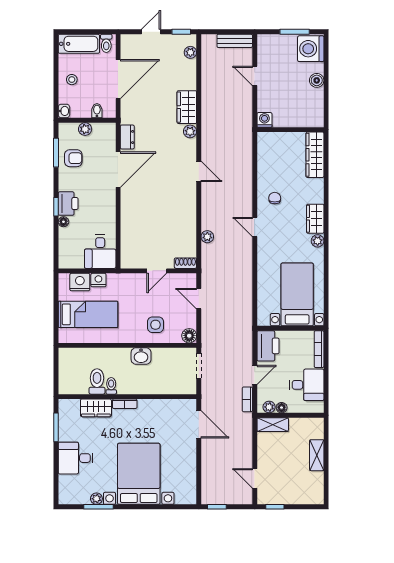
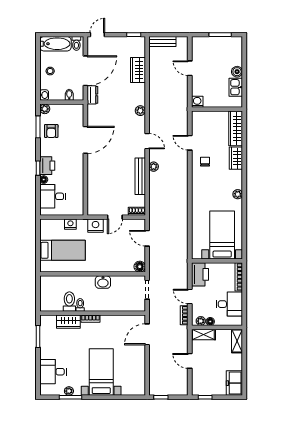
door: (151, 32) -> (97, 35), moved
bench: (235, 41) -> (162, 41), moved
washing machine: (311, 49) -> (233, 47), removed
plant: (190, 52) -> (141, 50), removed
kitchen sink: (315, 101) -> (236, 87), added
wardrobe: (187, 107) -> (138, 70), moved
plant: (85, 129) -> (45, 109), moved
dresser: (127, 137) -> (92, 95), moved
armchair: (73, 158) -> (51, 131), turned 90
bench: (190, 217) -> (140, 176), added
wardrobe: (315, 219) -> (236, 158), moved
door: (255, 227) -> (190, 143), moved
plant: (207, 237) -> (154, 167), moved
desk: (100, 252) -> (53, 196), moved, turned 90
nightstand: (80, 282) -> (96, 226), moved
side table: (155, 325) -> (114, 258), removed
door: (255, 375) -> (190, 297), swing flipped
door: (199, 424) -> (147, 334), swing flipped
shelving: (317, 455) -> (237, 341), moved
desk: (76, 458) -> (53, 372), moved
bed with nightstands: (139, 474) -> (101, 372), width x0.73
door: (255, 478) -> (190, 361), moved
freezer: (313, 488) -> (234, 383), added

